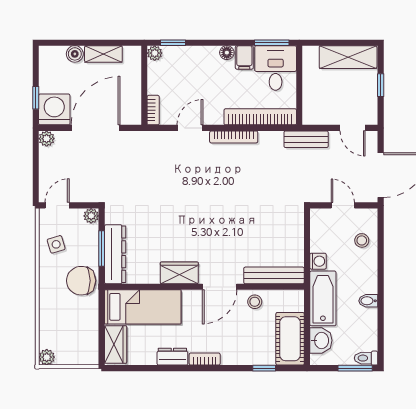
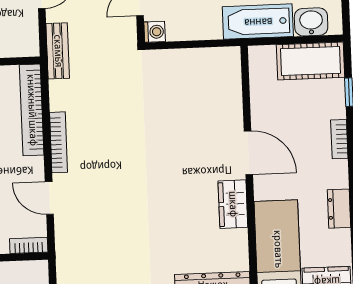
washing machine: (318, 261) -> (155, 32), moved, turned 90
bench: (274, 275) -> (231, 84), removed
stool: (255, 302) -> (266, 107), removed
bookcase: (205, 359) -> (339, 139), moved

